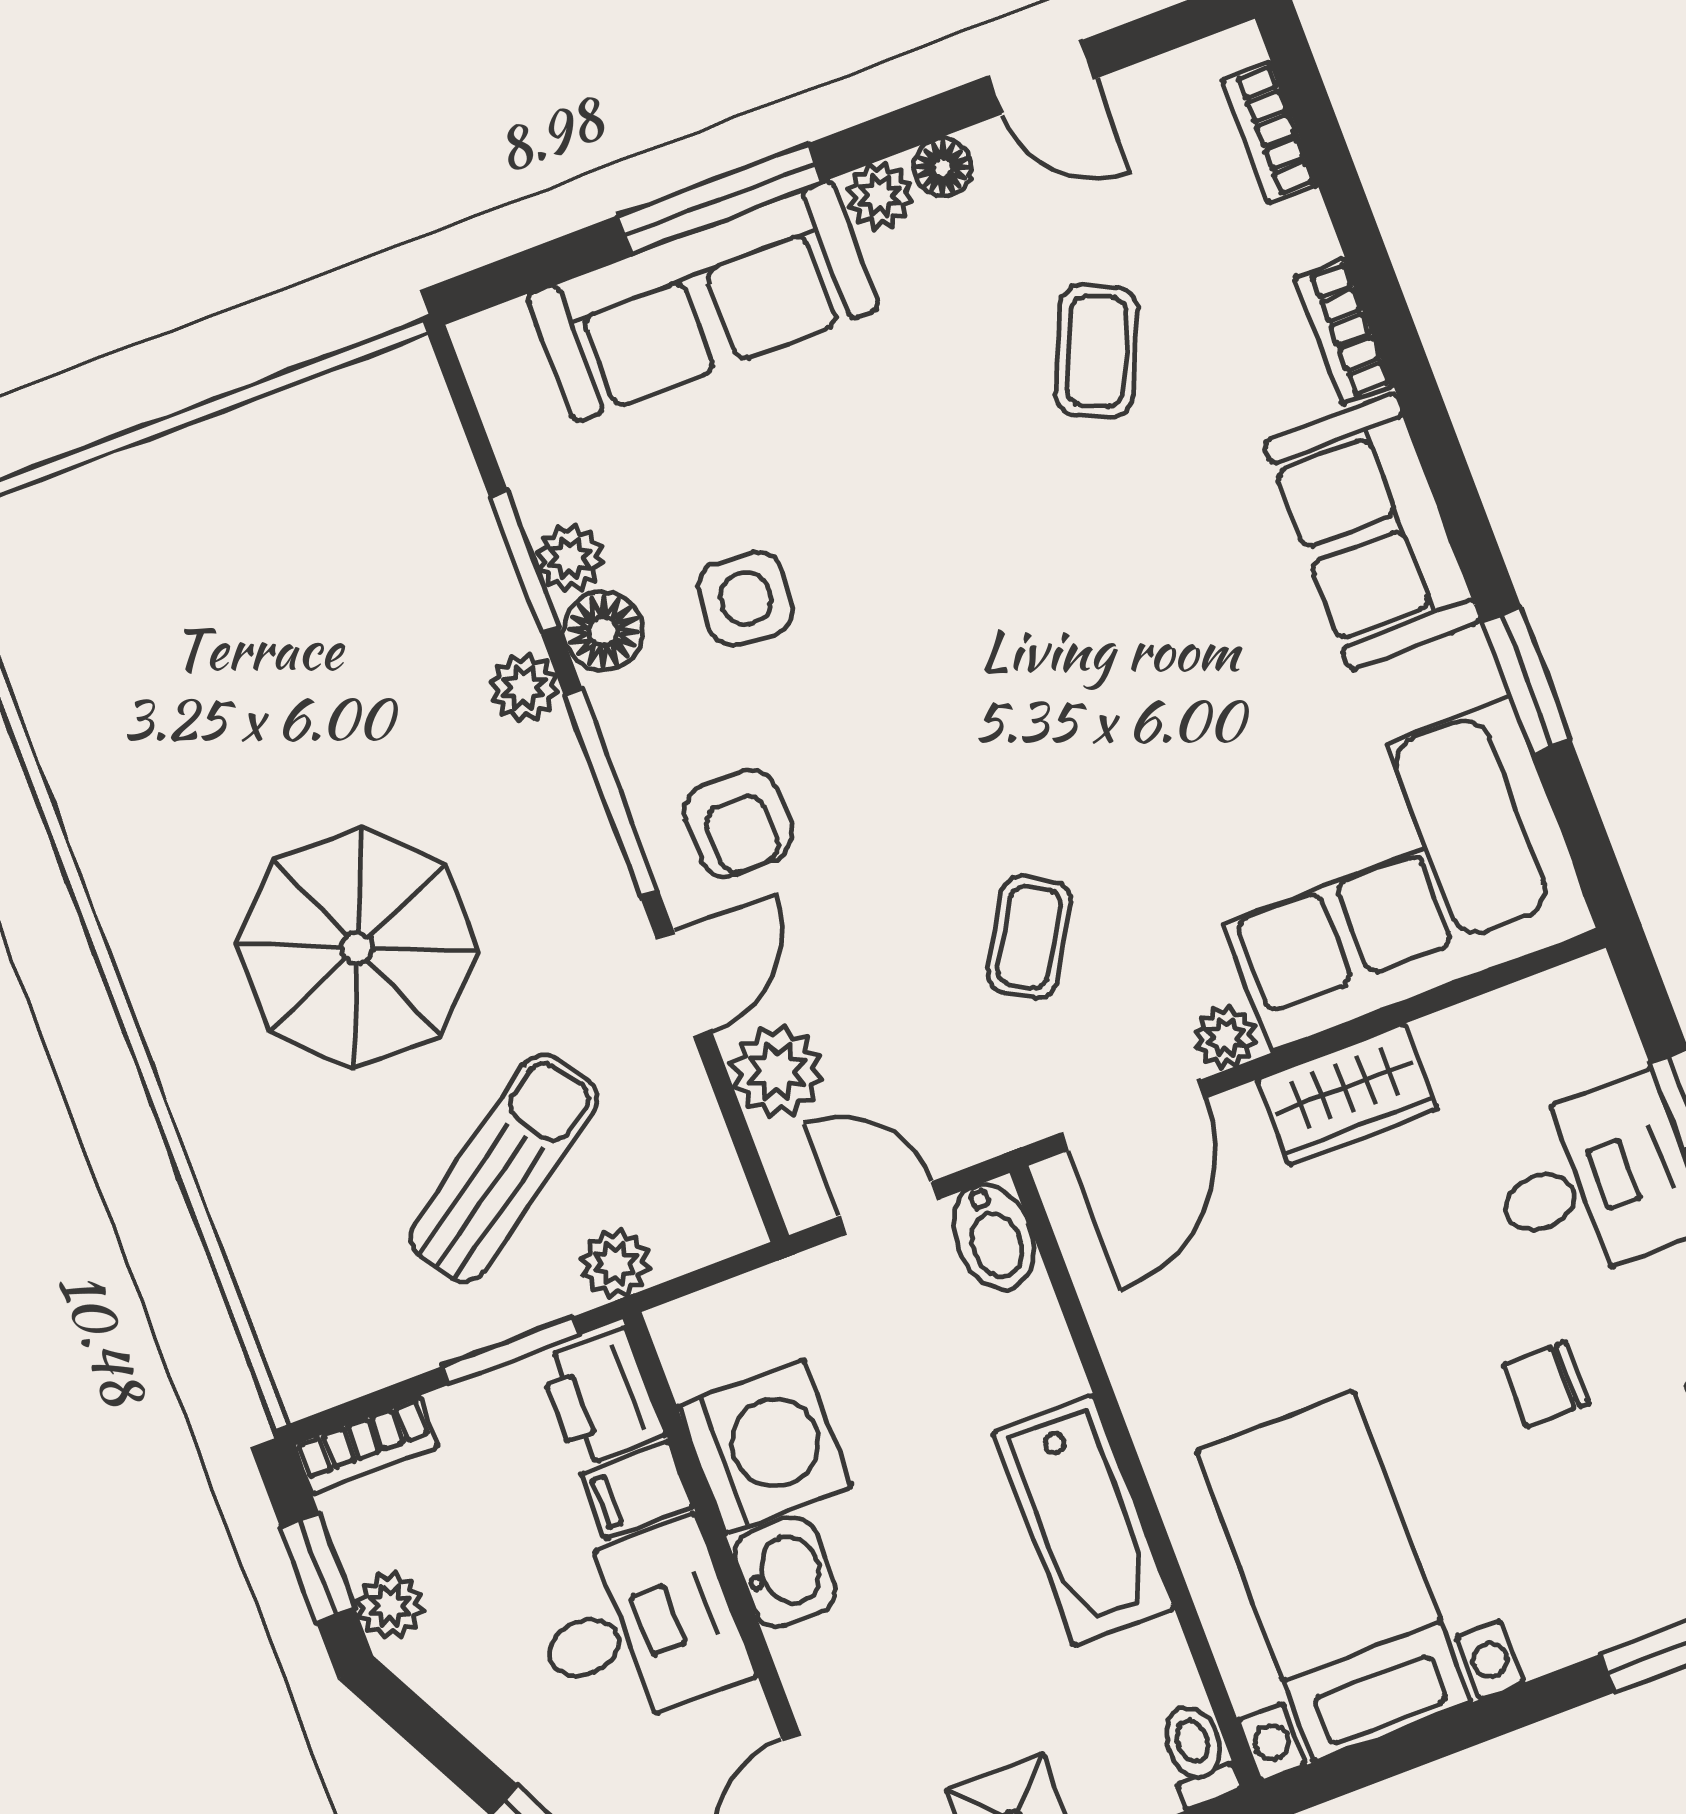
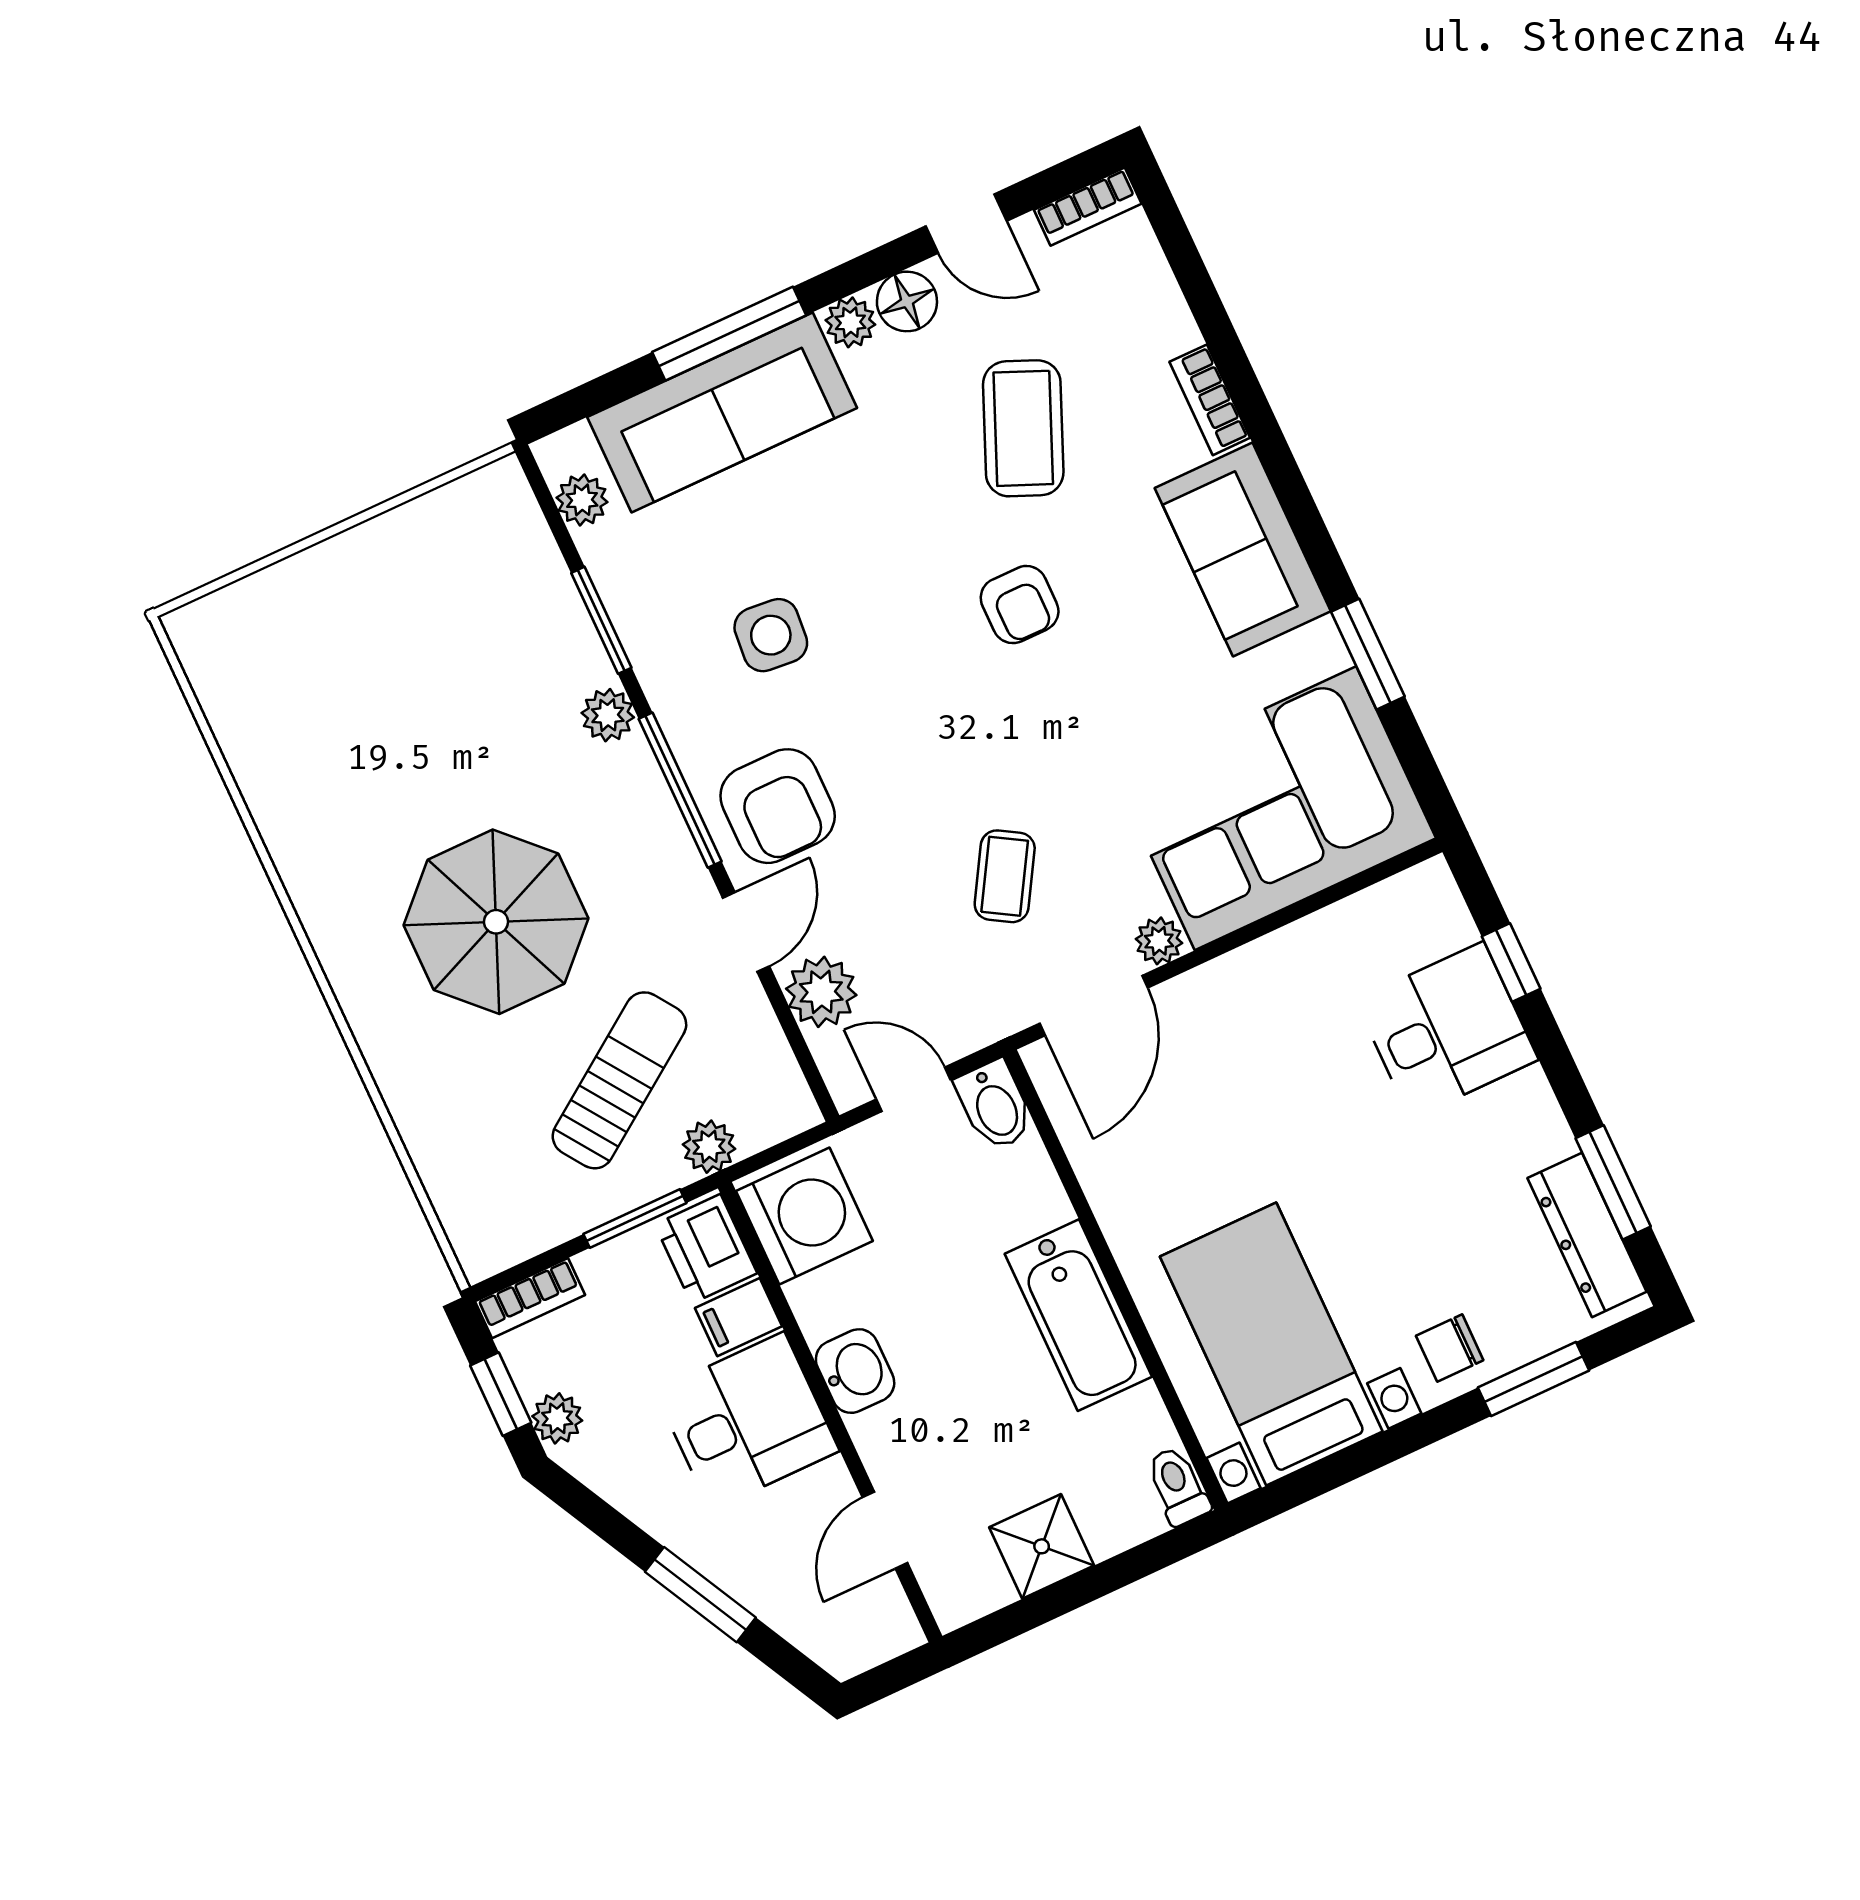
bookcase: (1270, 132) -> (1088, 207), moved, turned -90
floor lamp: (942, 167) -> (907, 301), width x1.37, depth x1.37
coffee table: (1097, 351) -> (1023, 428), width x1.36, depth x1.30
plant: (570, 558) -> (582, 500), moved
armchair: (1075, 582) -> (1020, 605), added
floor lamp: (603, 631) -> (665, 668), removed
armchair: (738, 823) -> (778, 806), width x1.38, depth x1.38
wardrobe: (1347, 1094) -> (1255, 978), removed
chair: (1546, 1384) -> (1450, 1348), moved
washing machine: (765, 1446) -> (804, 1216), moved

